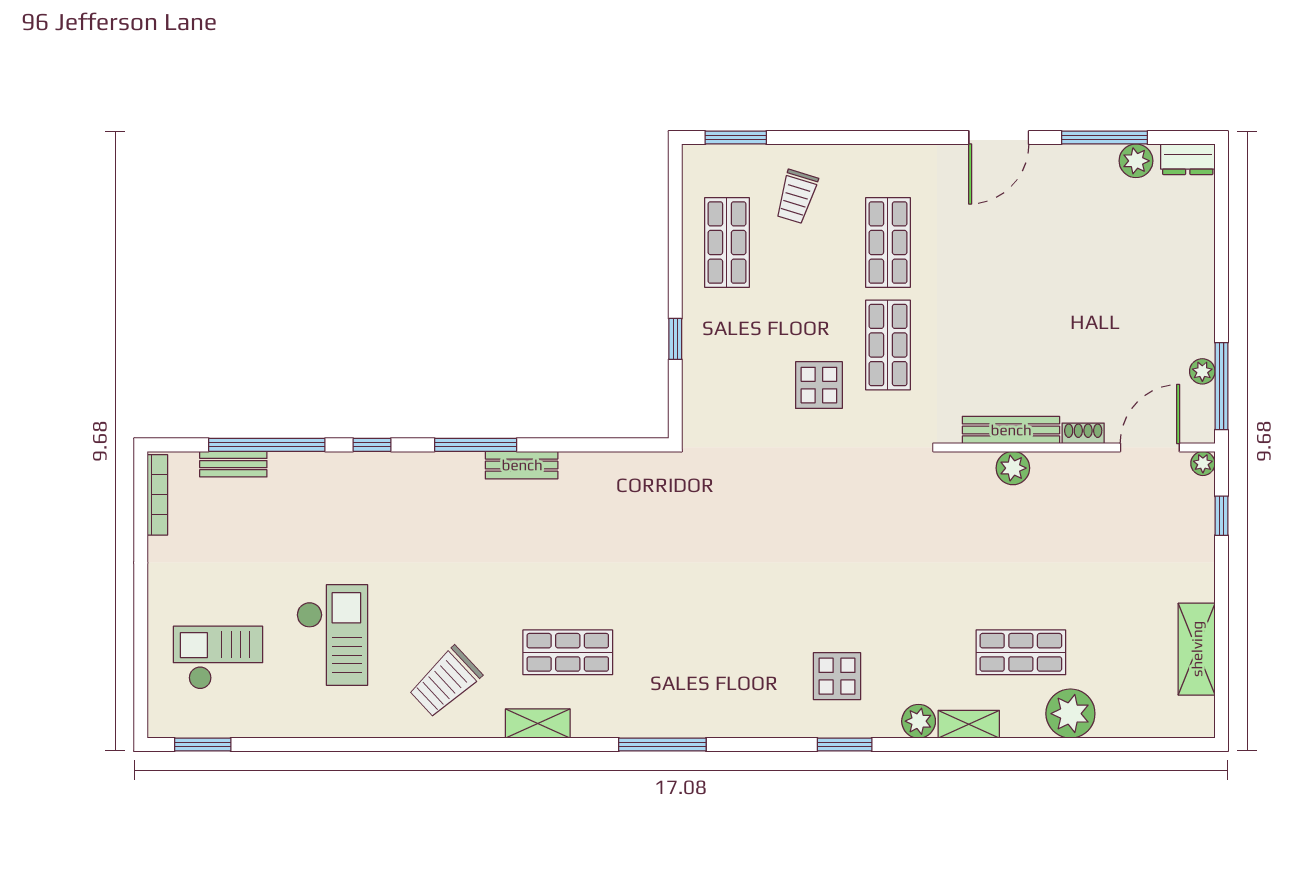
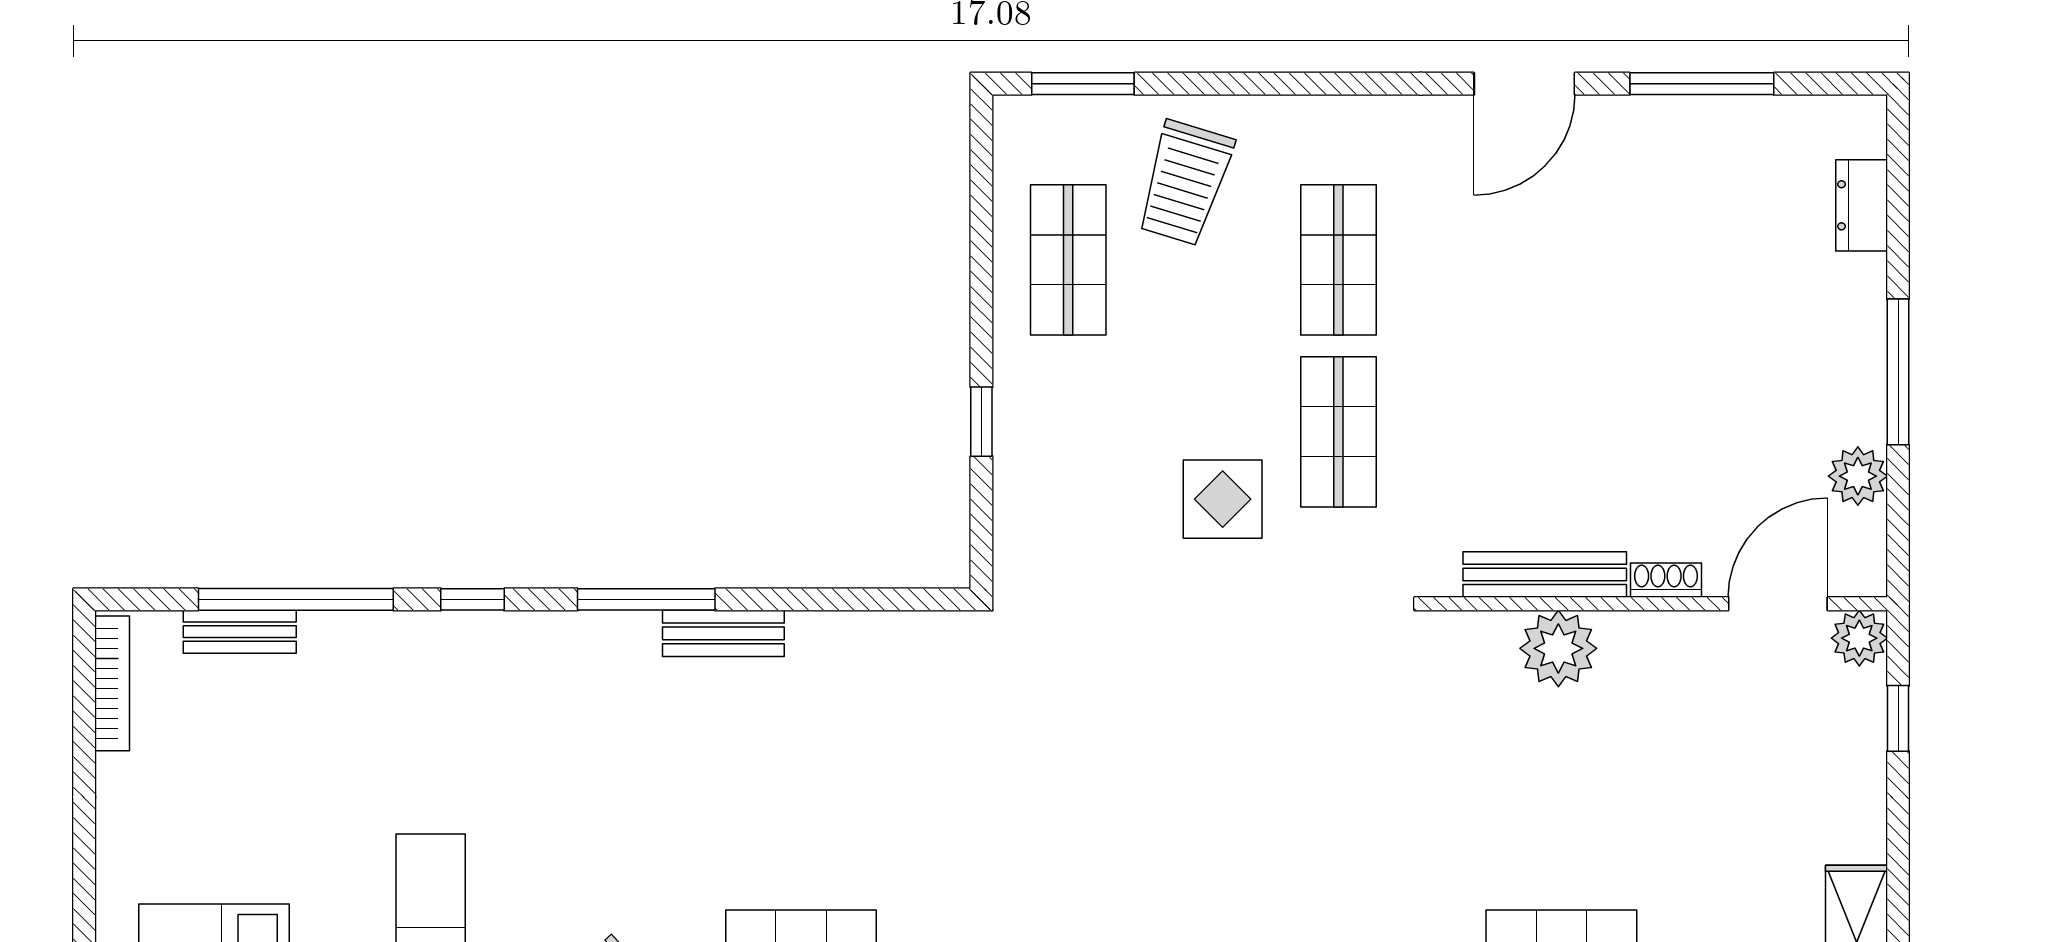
dresser: (1188, 159) -> (1862, 205), moved, turned 90
plant: (1136, 161) -> (1755, 123), removed
trolley: (796, 197) -> (1185, 183), width x1.36, depth x1.39
plant: (1202, 371) -> (1858, 476), width x1.38, depth x1.38
window: (1221, 386) -> (1898, 372), moved
plant: (1203, 463) -> (1859, 638), width x1.38, depth x1.38
plant: (1013, 468) -> (1558, 648), width x1.36, depth x1.36

